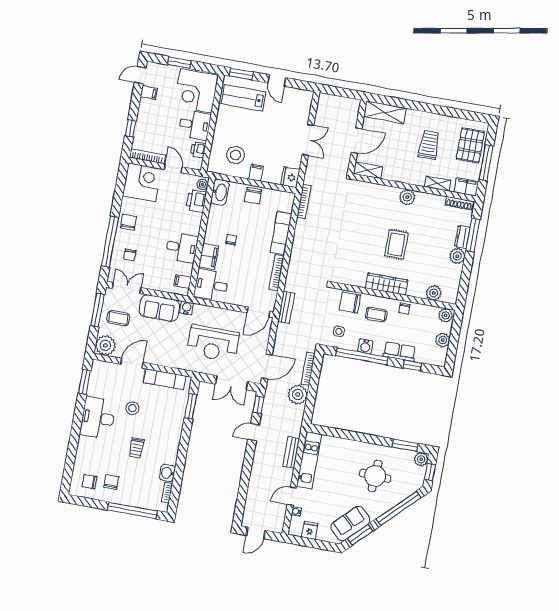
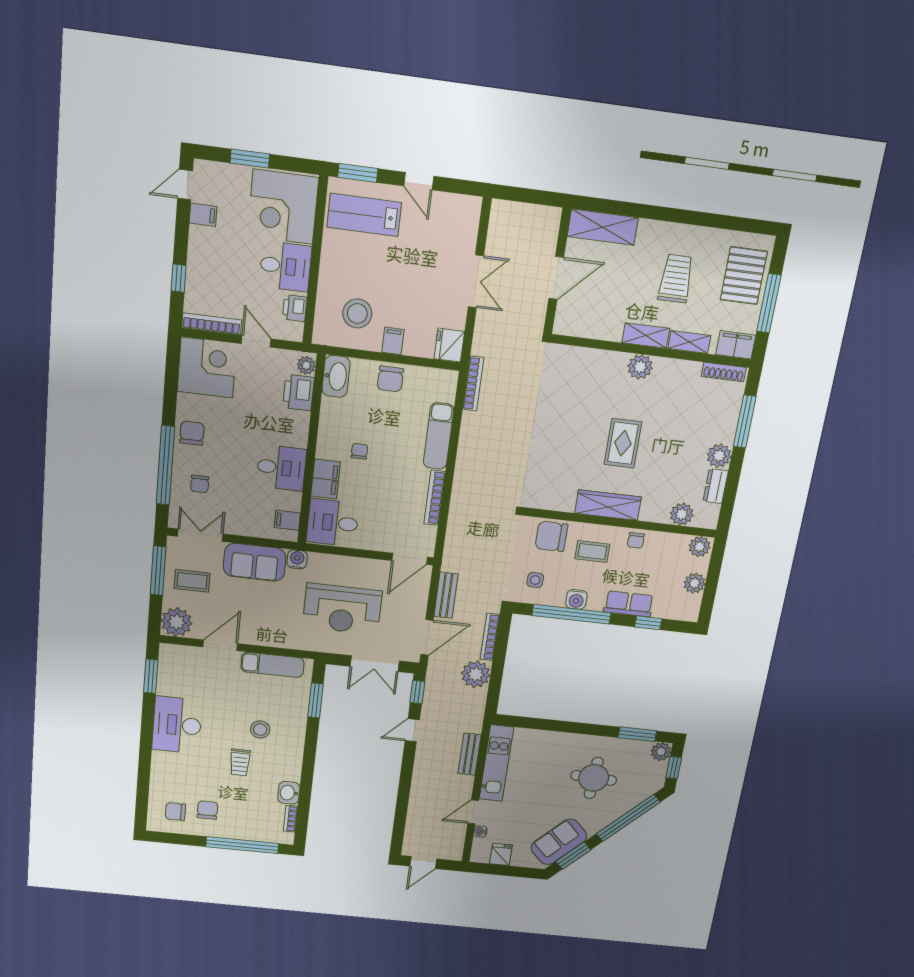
shelving: (368, 170) -> (646, 336), moved
dresser: (462, 237) -> (716, 486), moved
bench: (286, 307) -> (446, 595), moved
stool: (132, 408) -> (260, 730), moved

